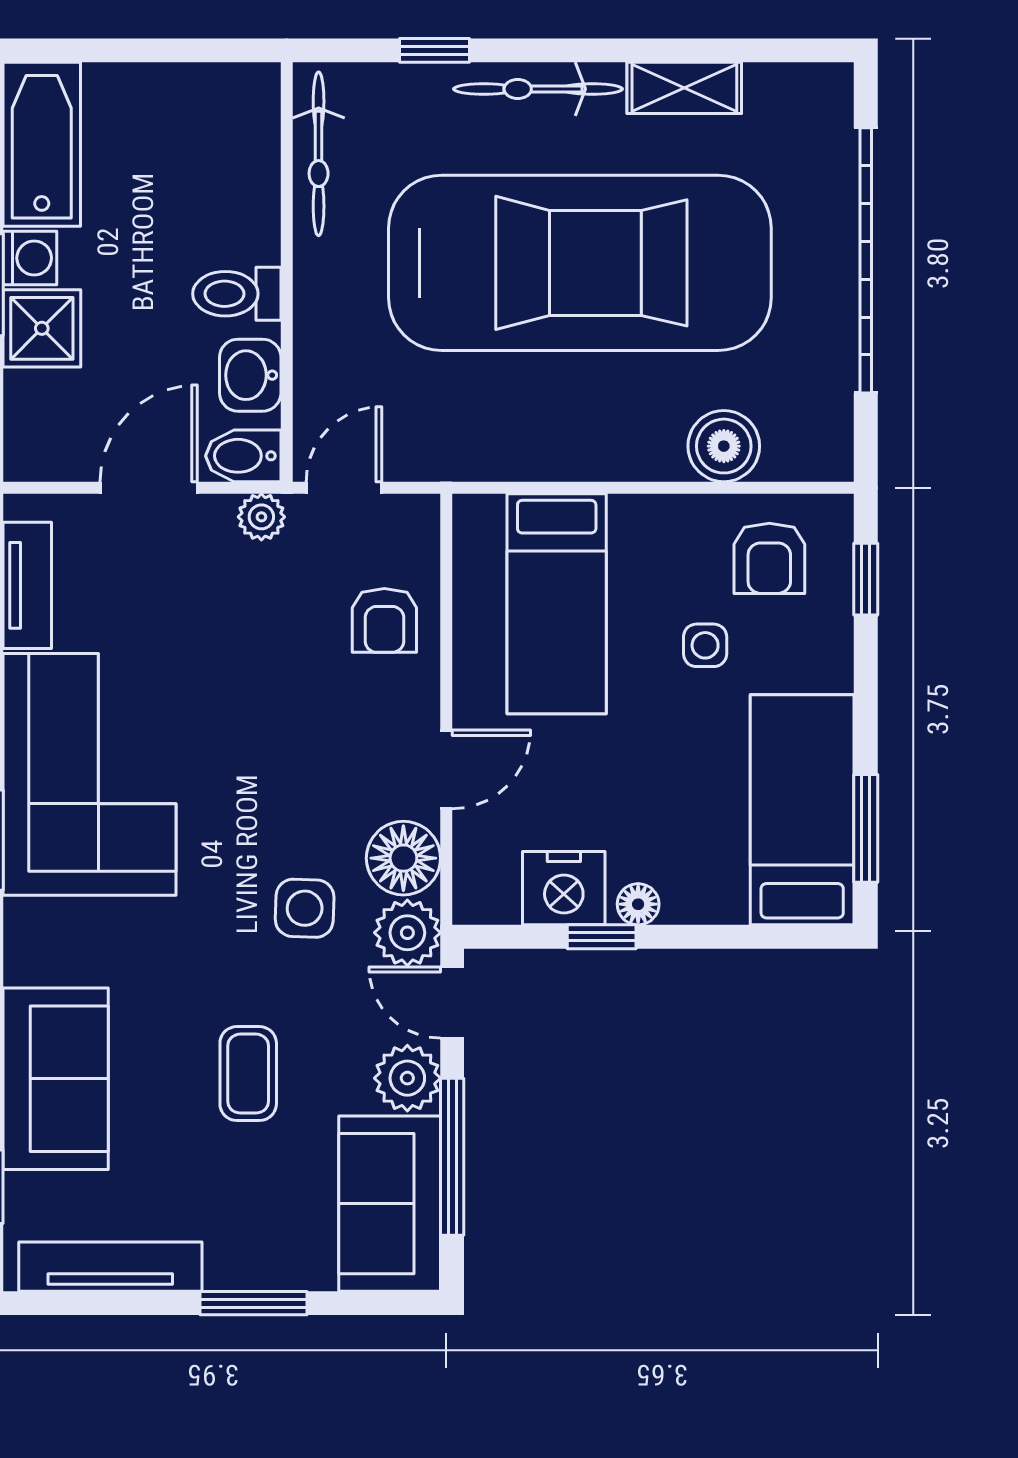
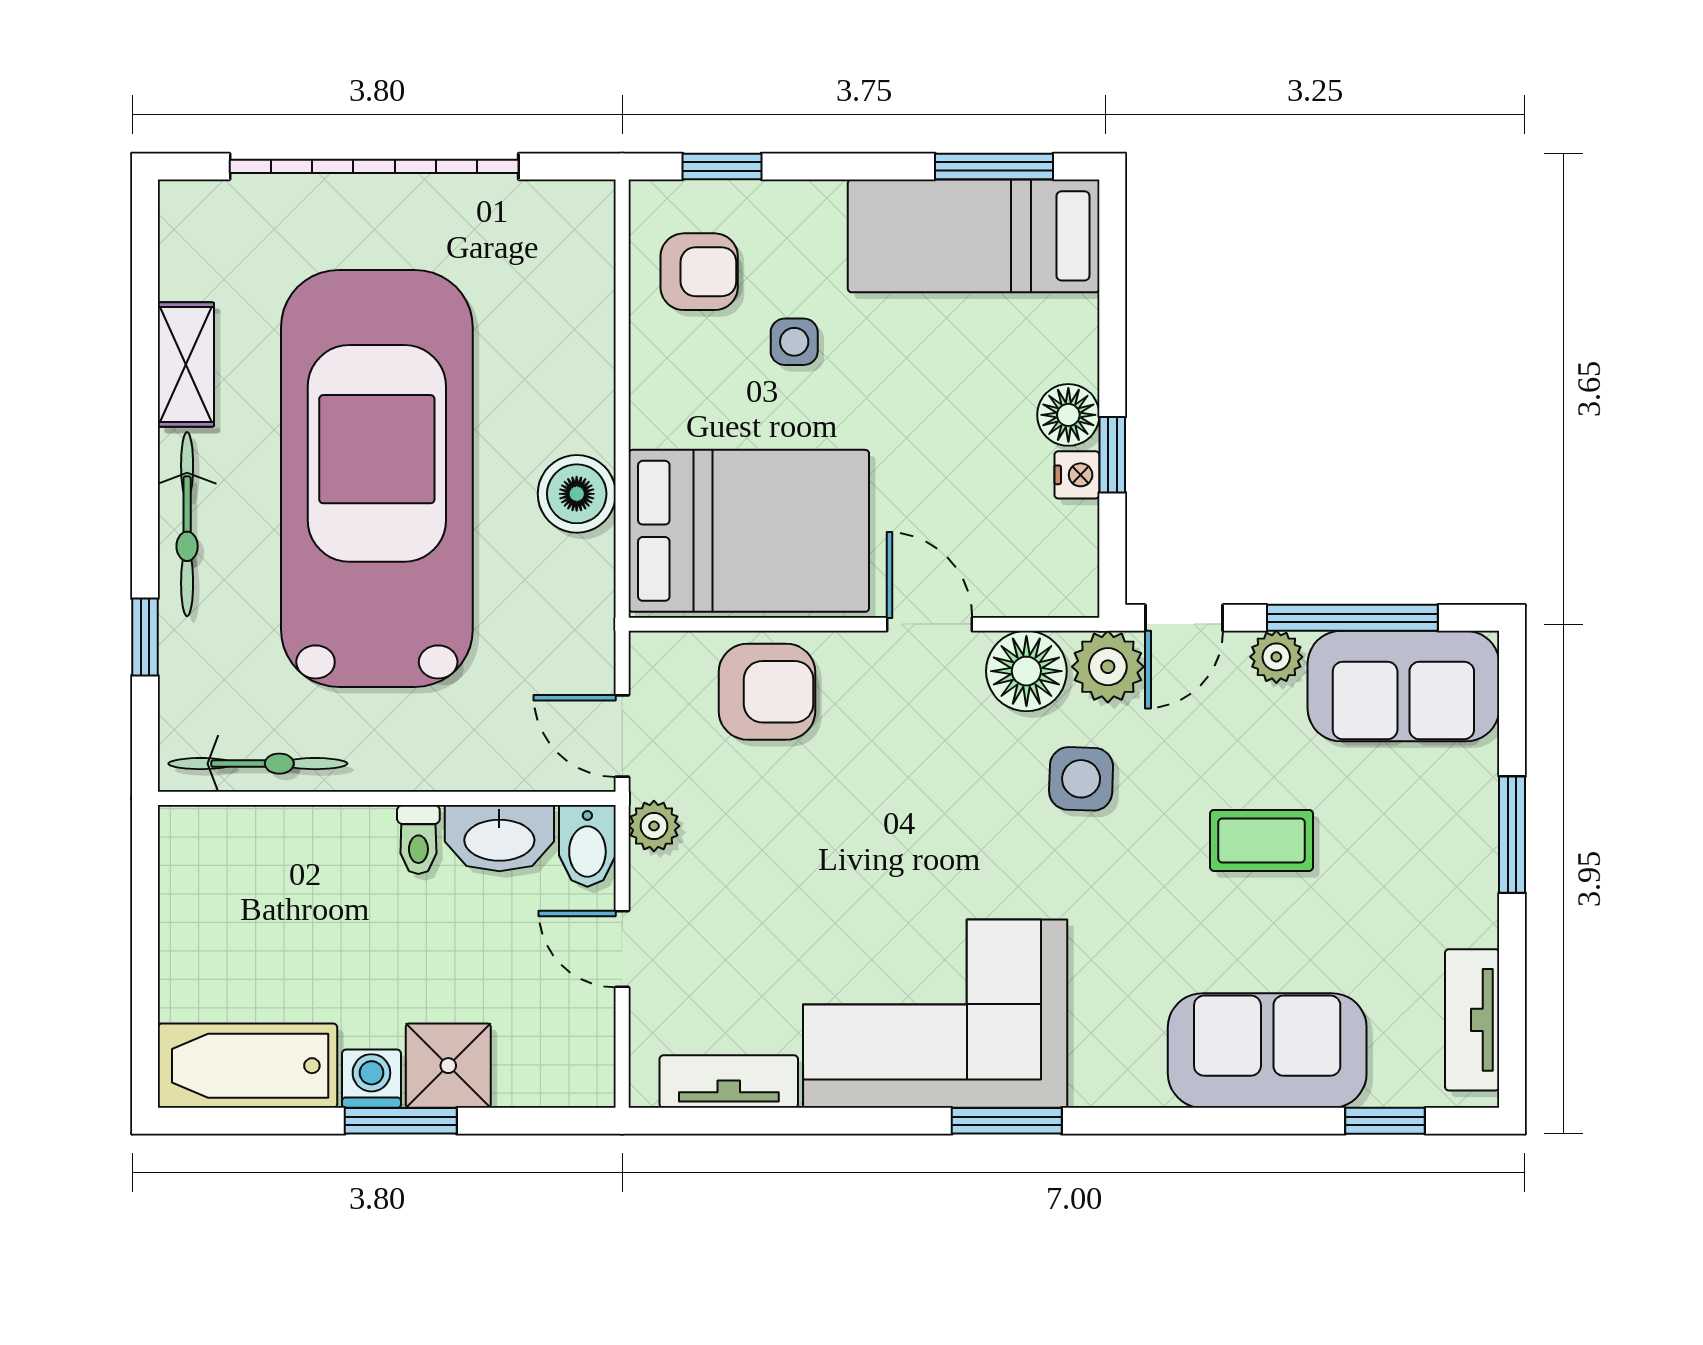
toilet: (237, 294) -> (418, 839), width x0.73, depth x0.72
washbasin: (250, 375) -> (499, 838), width x1.38
boiler: (724, 446) -> (577, 494), moved
door: (149, 488) -> (622, 949), width x0.73
bed: (557, 604) -> (749, 531), width x1.50
armchair: (384, 620) -> (767, 692), width x1.38, depth x1.38
nightstand: (564, 888) -> (1077, 475), width x0.53, depth x0.56
floor lamp: (638, 904) -> (1068, 415), width x1.37, depth x1.37
plant: (407, 1078) -> (1276, 657), width x0.73, depth x0.73
tv unit: (110, 1267) -> (1472, 1020), width x0.71

